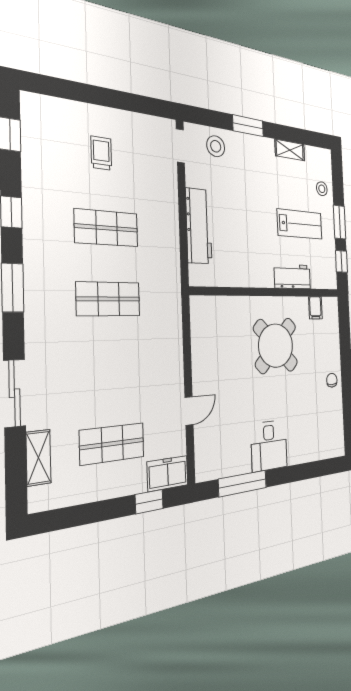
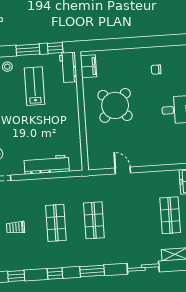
workbench: (292, 276) -> (68, 67), moved
filing cabinet: (315, 308) -> (89, 66), width x2.00
chair: (332, 380) -> (156, 70), moved
door: (189, 411) -> (123, 170), moved

